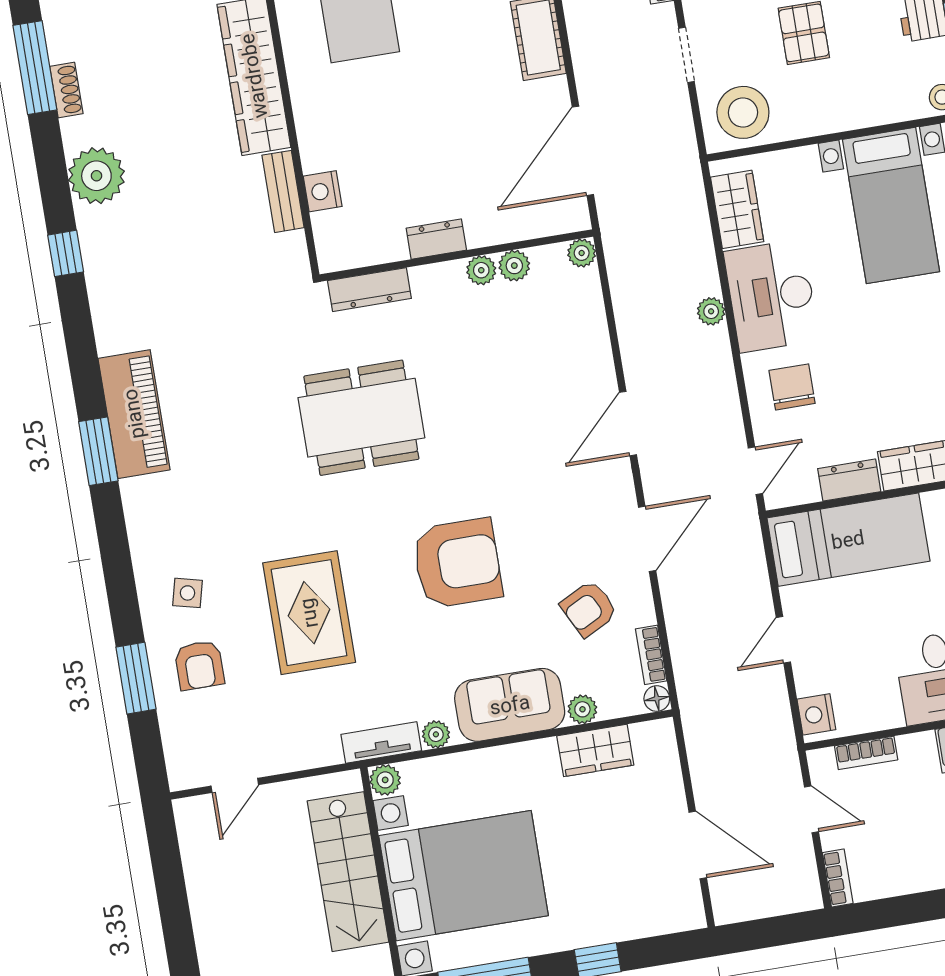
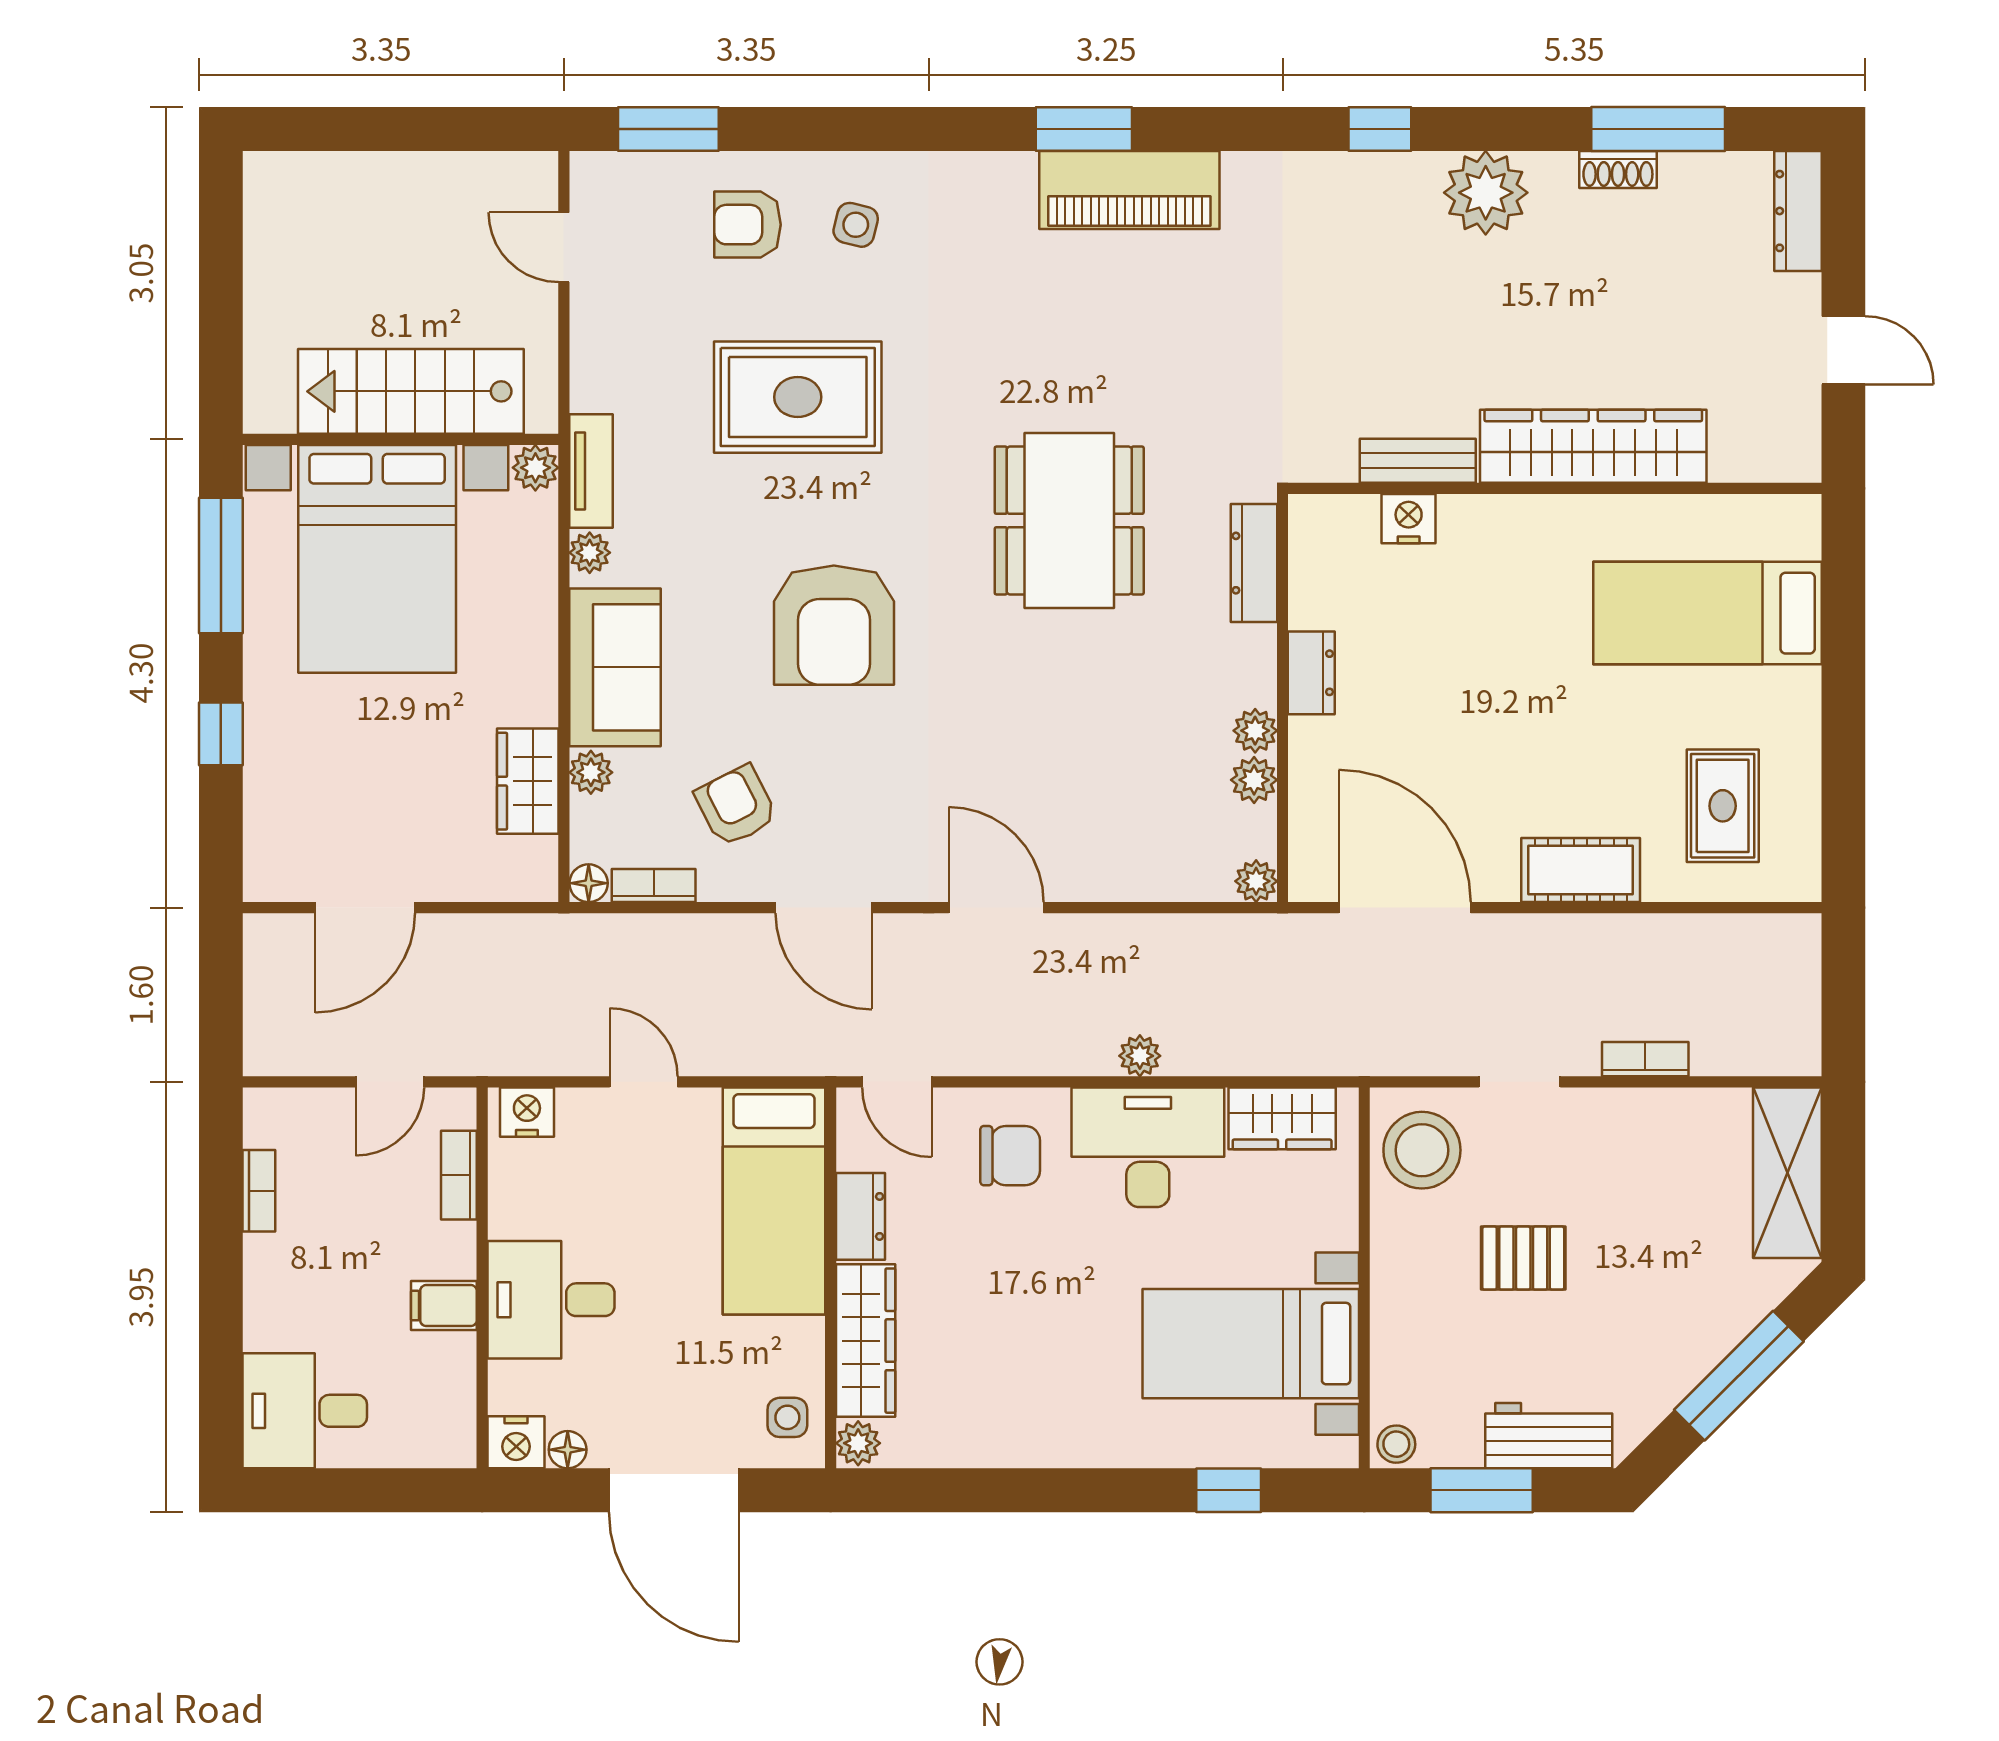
window: (136, 678) -> (668, 129), moved
bookcase: (838, 878) -> (259, 1191), moved, turned -90

